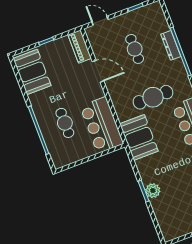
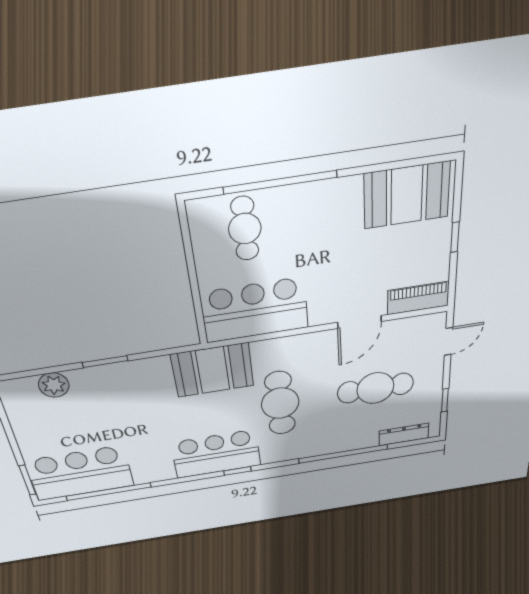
dresser: (171, 45) -> (404, 435), moved
cafe table: (135, 49) -> (375, 388), width x1.37, depth x1.35
cafe table: (65, 123) -> (245, 229), moved, turned 90
plant: (153, 191) -> (54, 385), moved

